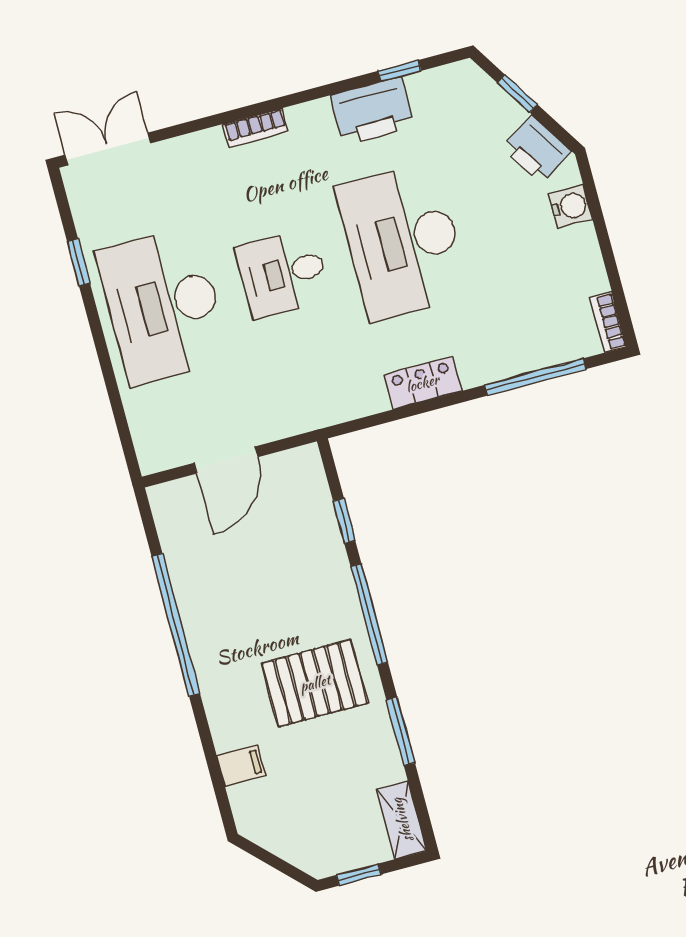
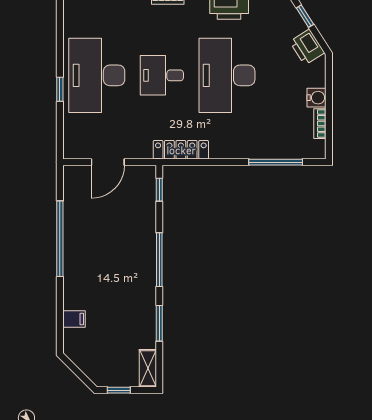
water cooler: (570, 206) -> (316, 98), moved
window: (79, 262) -> (60, 89), moved
bookcase: (608, 322) -> (320, 124), moved
locker: (422, 383) -> (181, 150), moved, width x1.53
window: (344, 521) -> (159, 190), moved
pallet: (315, 683) -> (122, 287), removed

